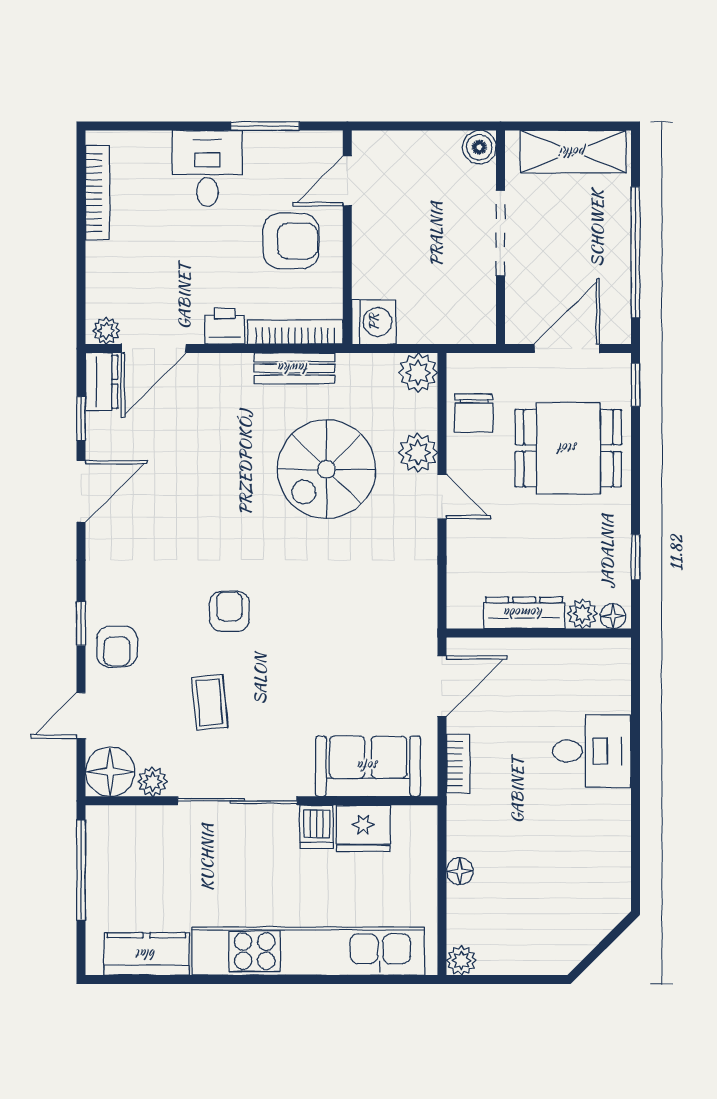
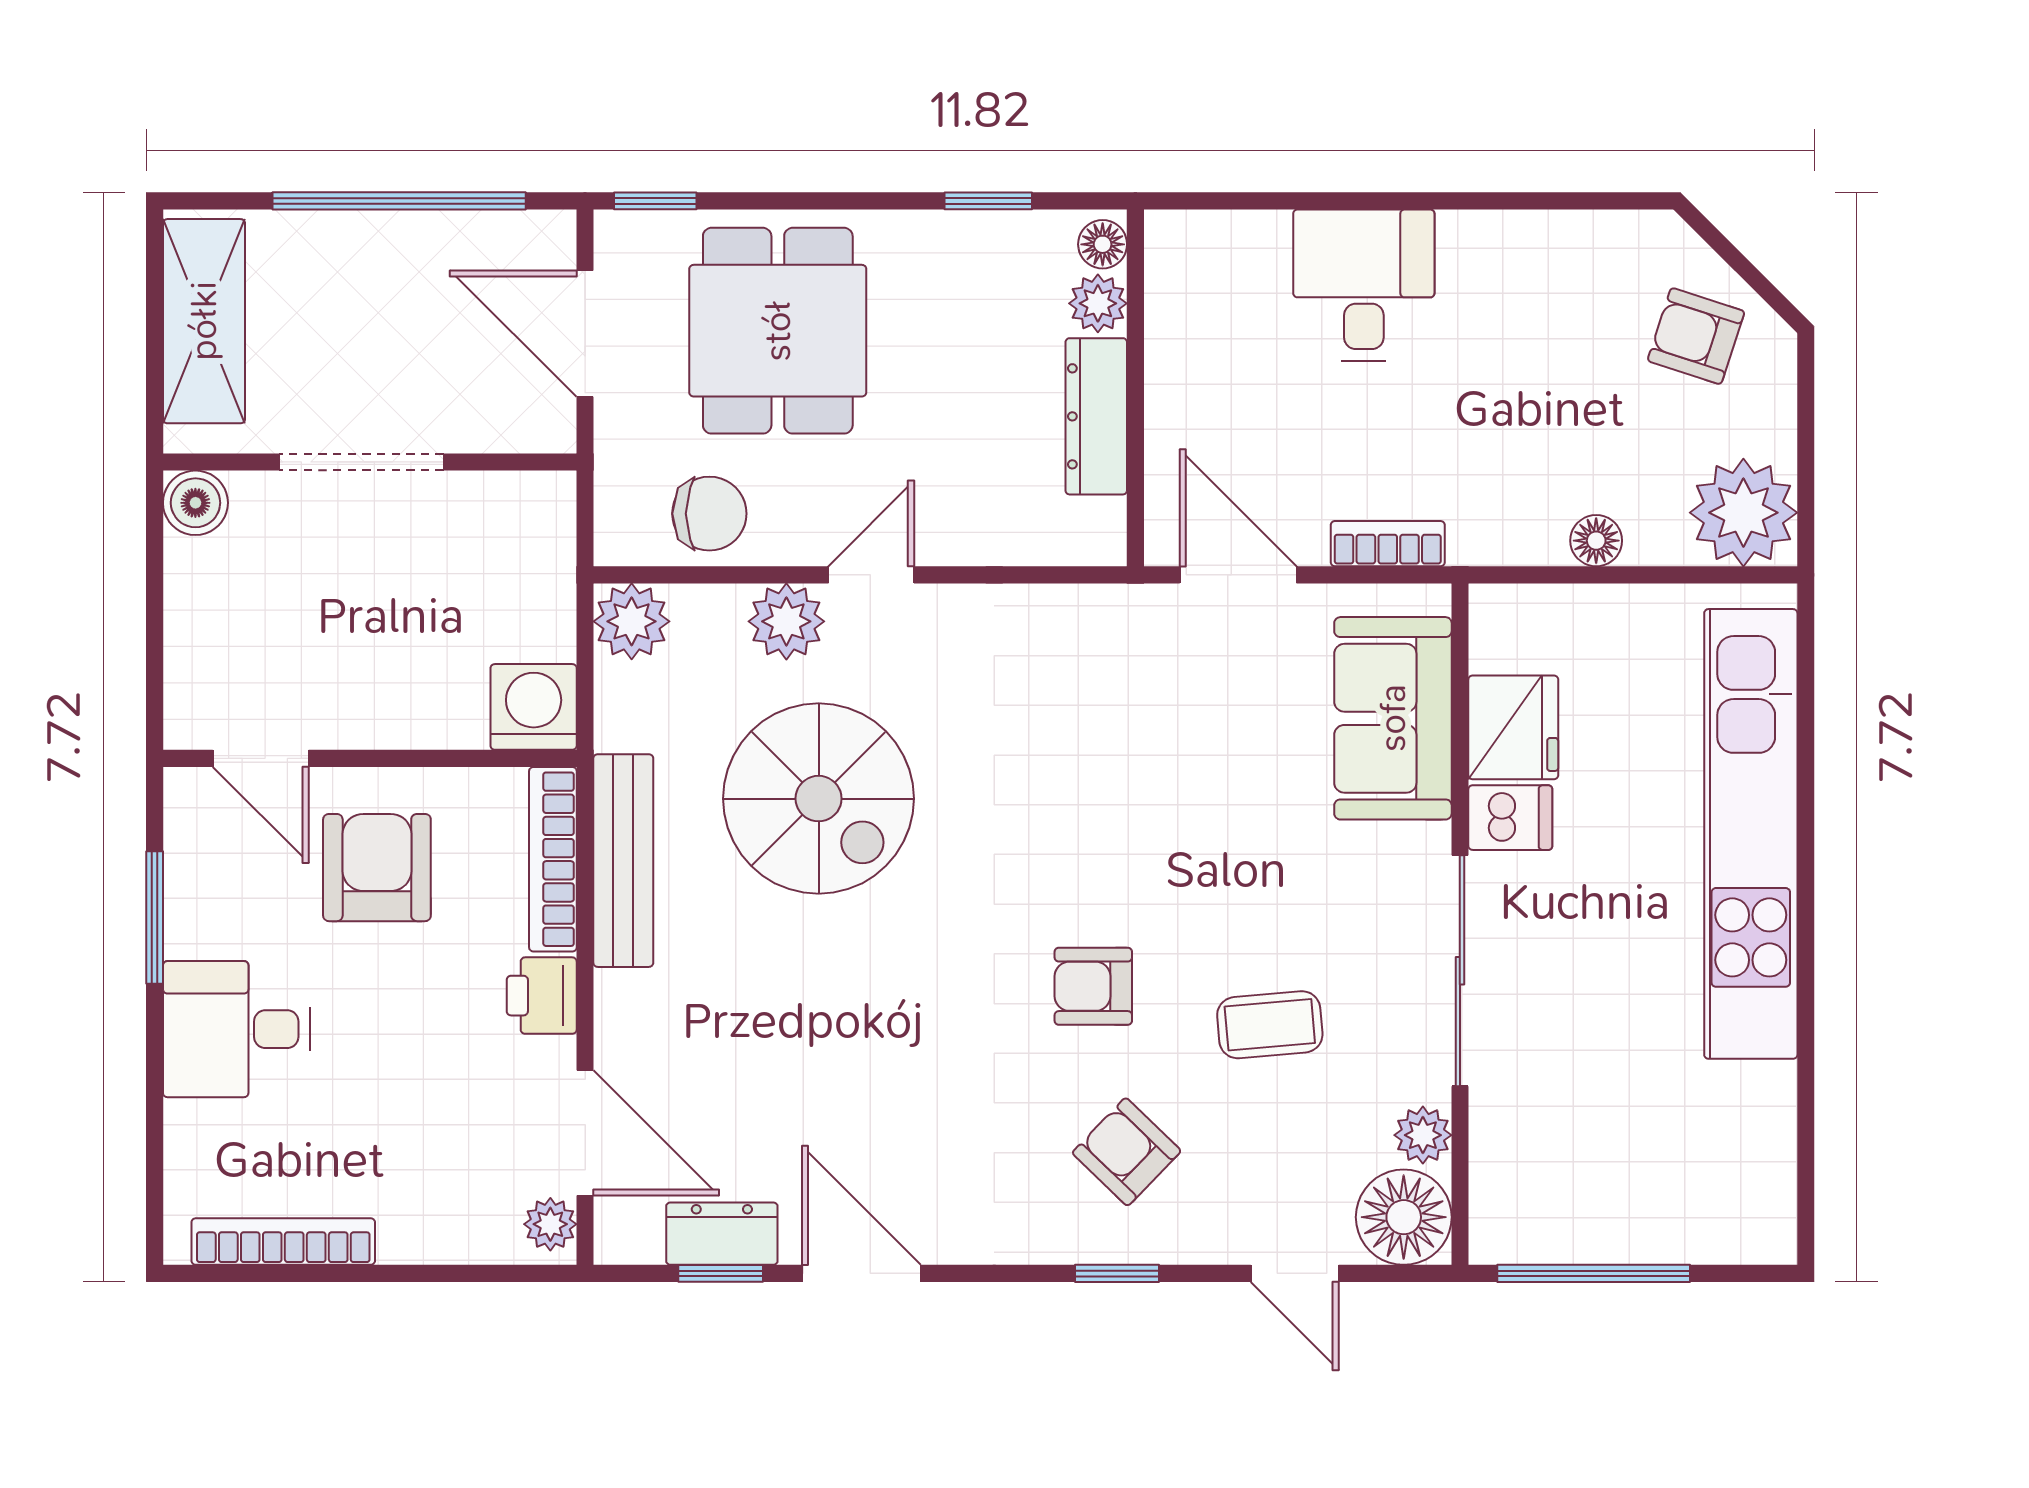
bench: (294, 368) -> (623, 861), width x1.36
dresser: (102, 382) -> (722, 1234), moved
armchair: (117, 646) -> (1127, 1152), moved, turned -136
armchair: (566, 923) -> (1696, 336), added
kitchen counter: (146, 954) -> (1756, 1147), removed
plant: (461, 960) -> (1743, 513), width x1.88, depth x1.88

